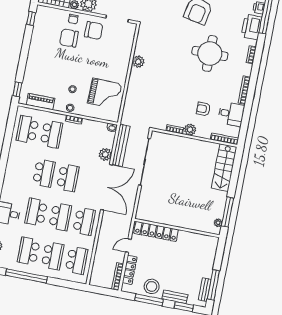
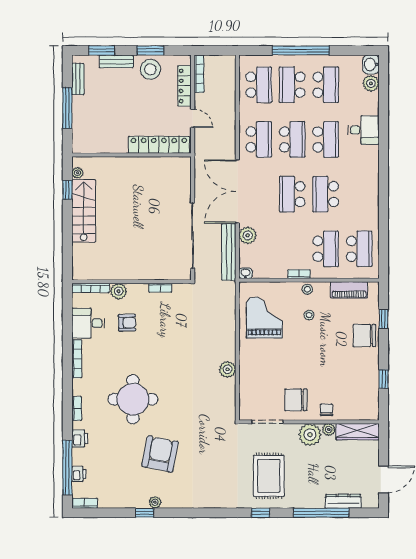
window: (31, 18) -> (384, 379), moved
printer: (252, 27) -> (80, 438), width x0.53, depth x0.68
chair: (69, 38) -> (365, 335), moved, turned 180
window: (17, 89) -> (384, 319), moved
grand piano: (105, 94) -> (264, 317), turned 89
plant: (190, 130) -> (119, 291), moved
school desk: (51, 134) -> (326, 249), turned 180
stairs: (224, 168) -> (84, 211), moved
window: (228, 212) -> (67, 190), width x0.46
school desk: (60, 217) -> (292, 139), turned 180
school desk: (84, 221) -> (259, 139), turned 180
door: (128, 246) -> (193, 118), hinge flipped
school desk: (76, 260) -> (259, 85), turned 180
window: (26, 276) -> (301, 50), moved
window: (213, 285) -> (67, 108), moved
window: (149, 300) -> (150, 50), width x0.69

